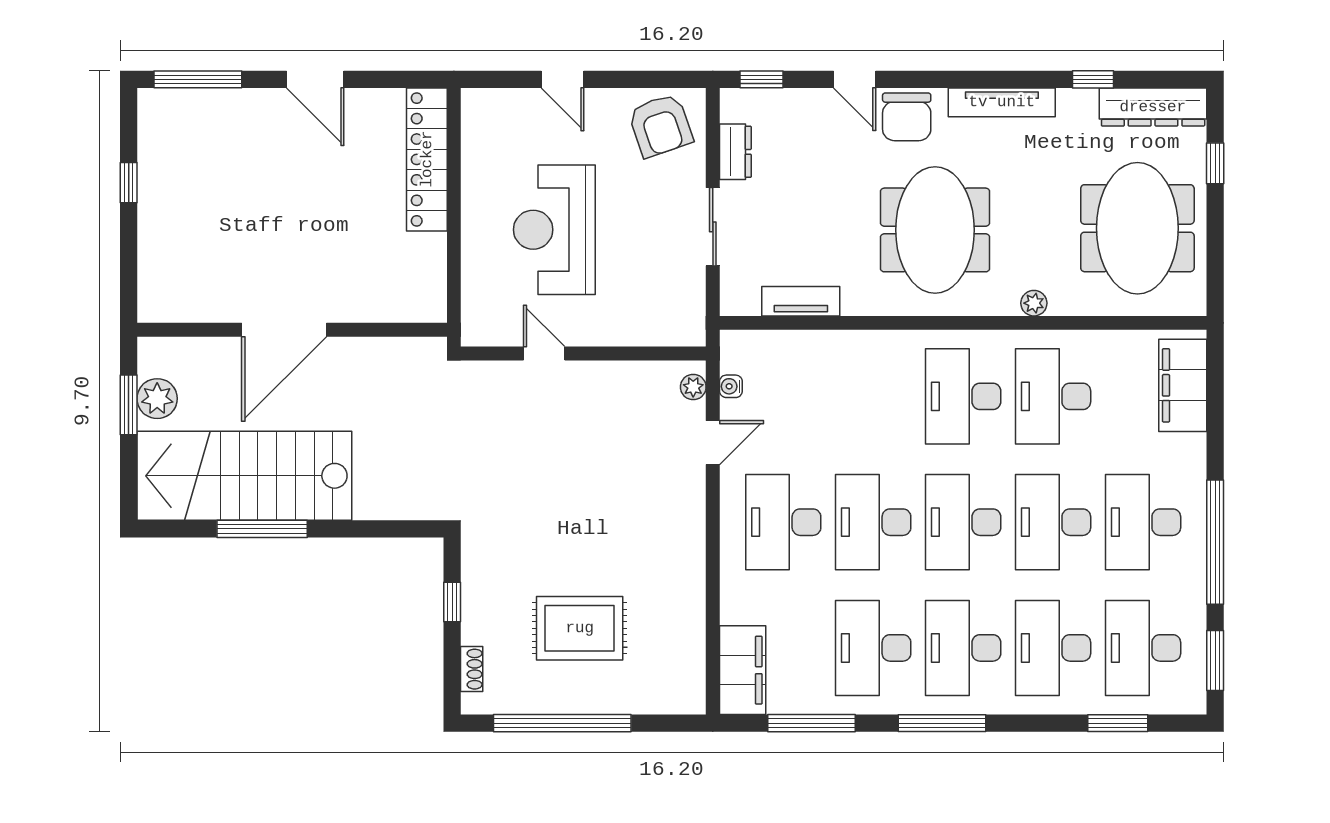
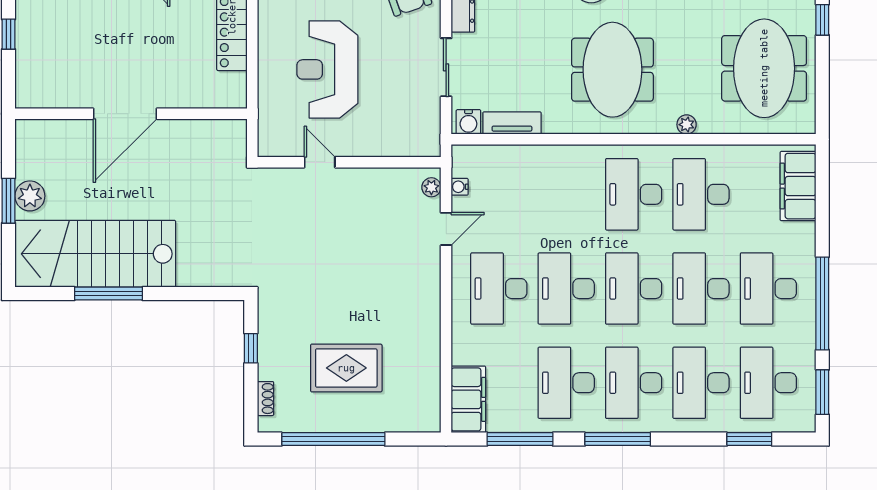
water cooler: (743, 300) -> (468, 122), added
door: (284, 330) -> (125, 114), moved
wall: (292, 330) -> (131, 114), moved

